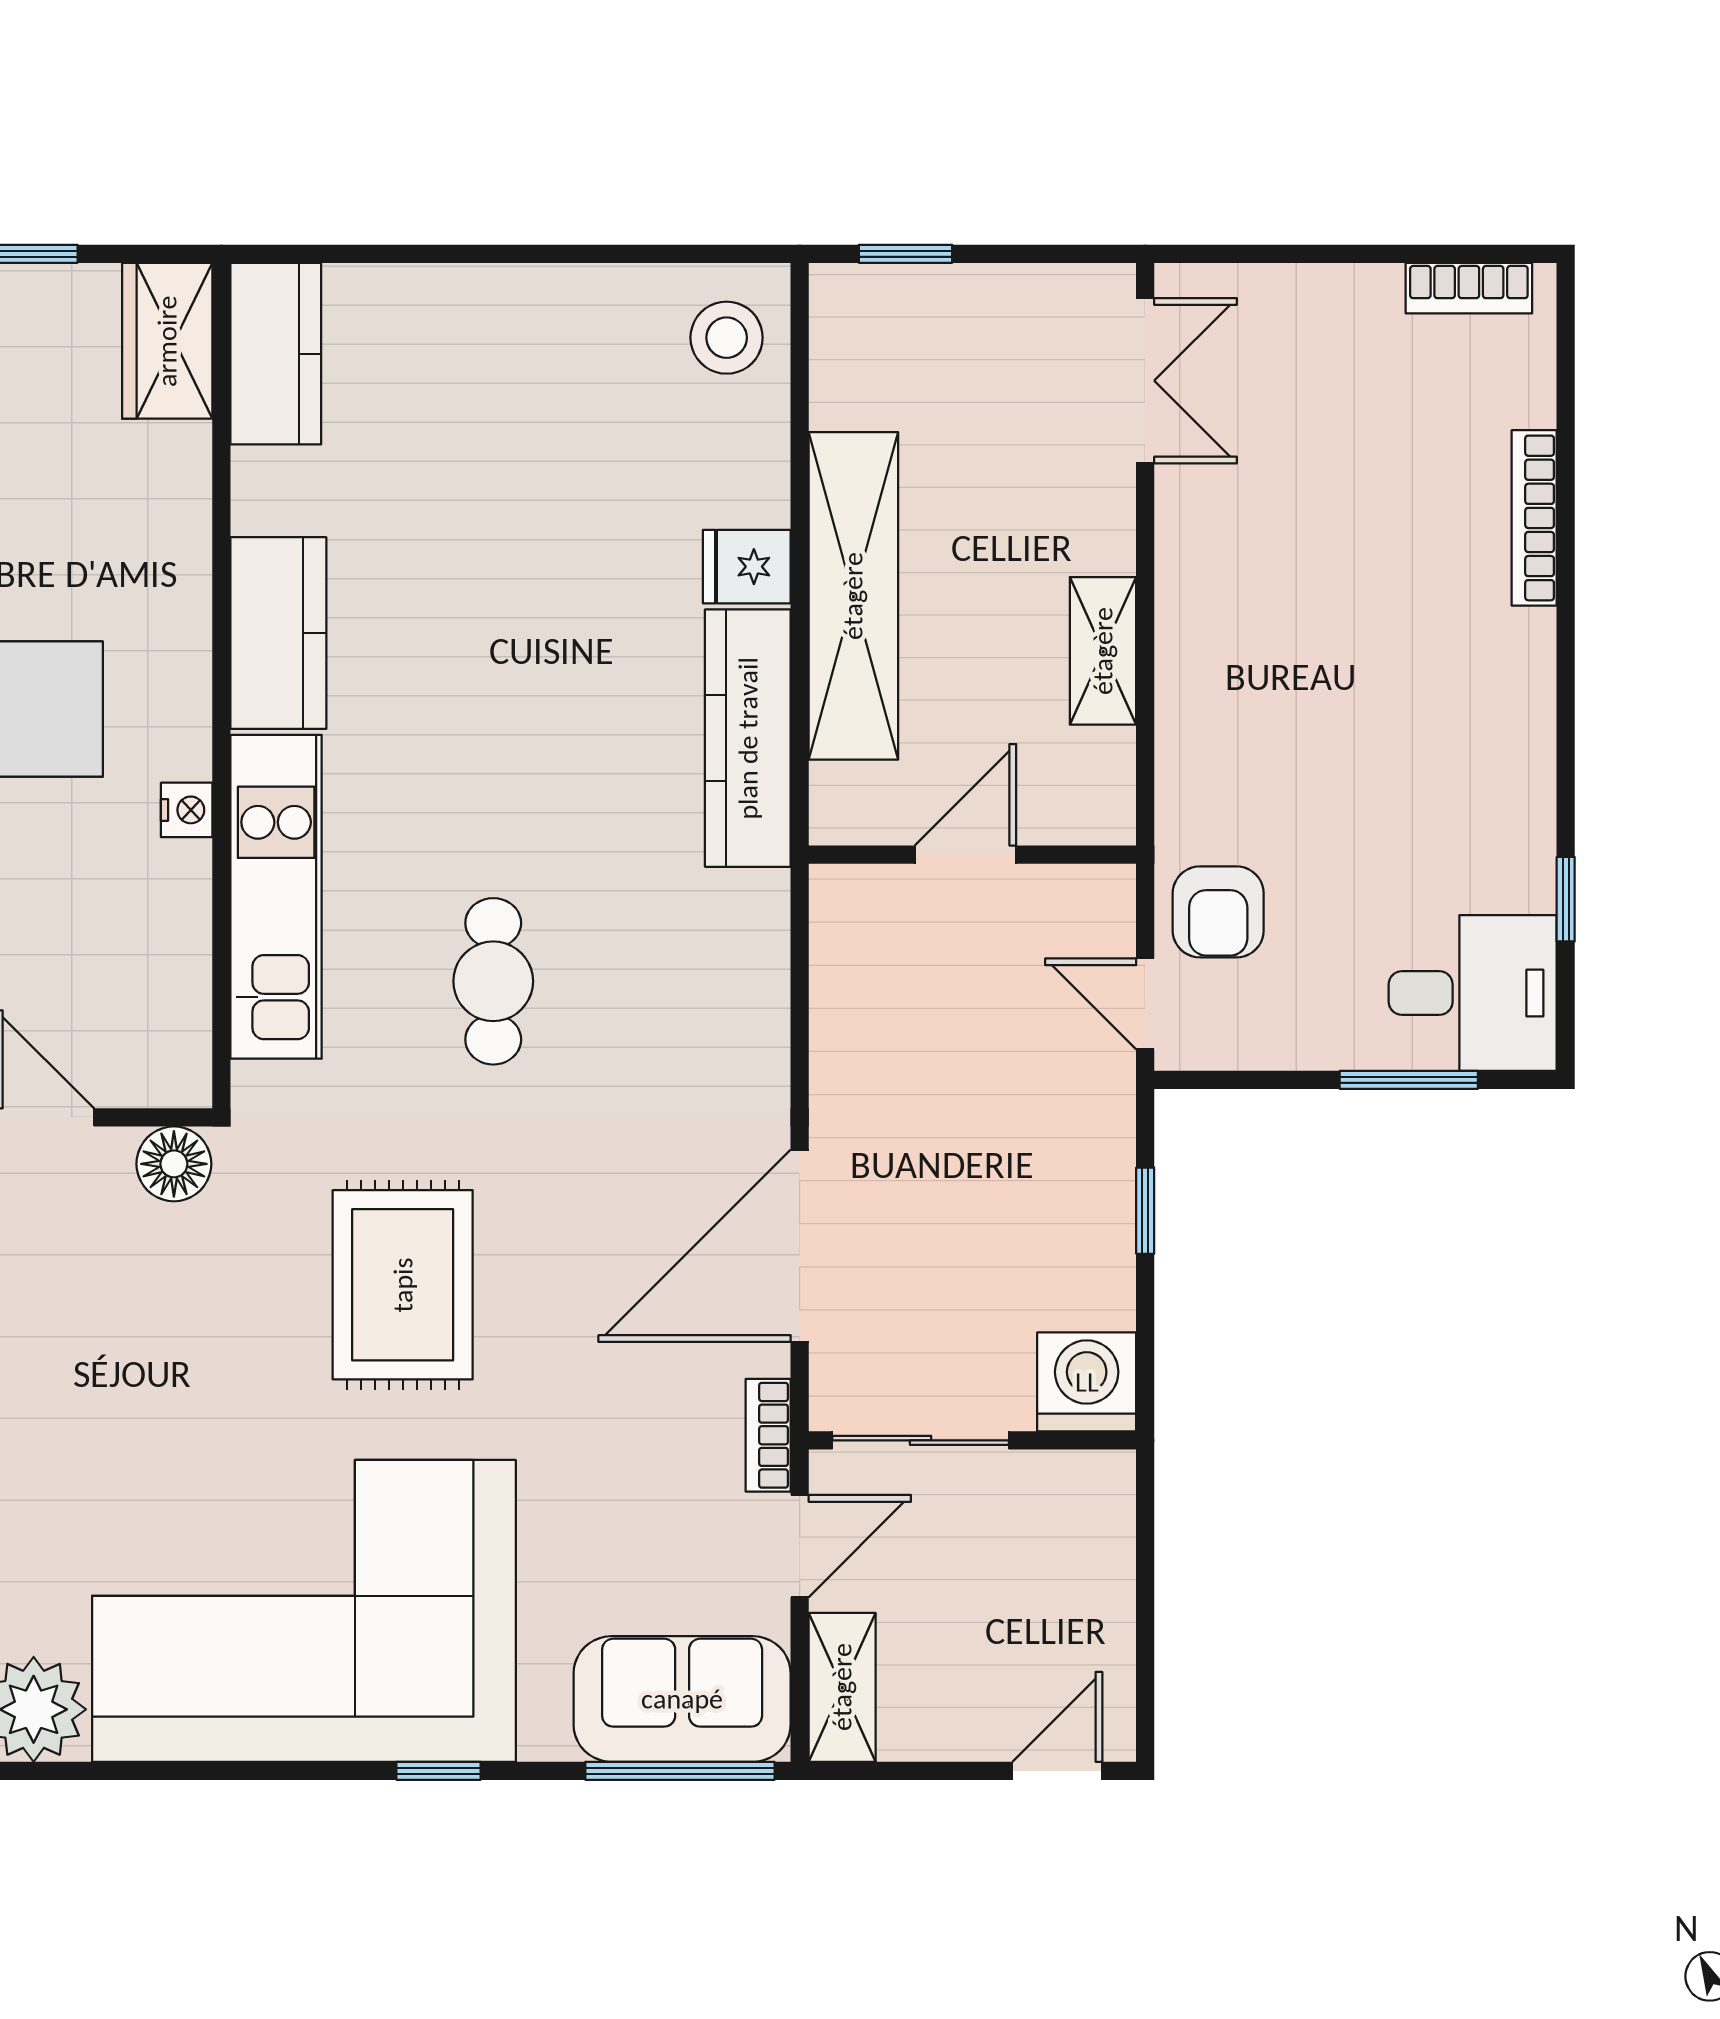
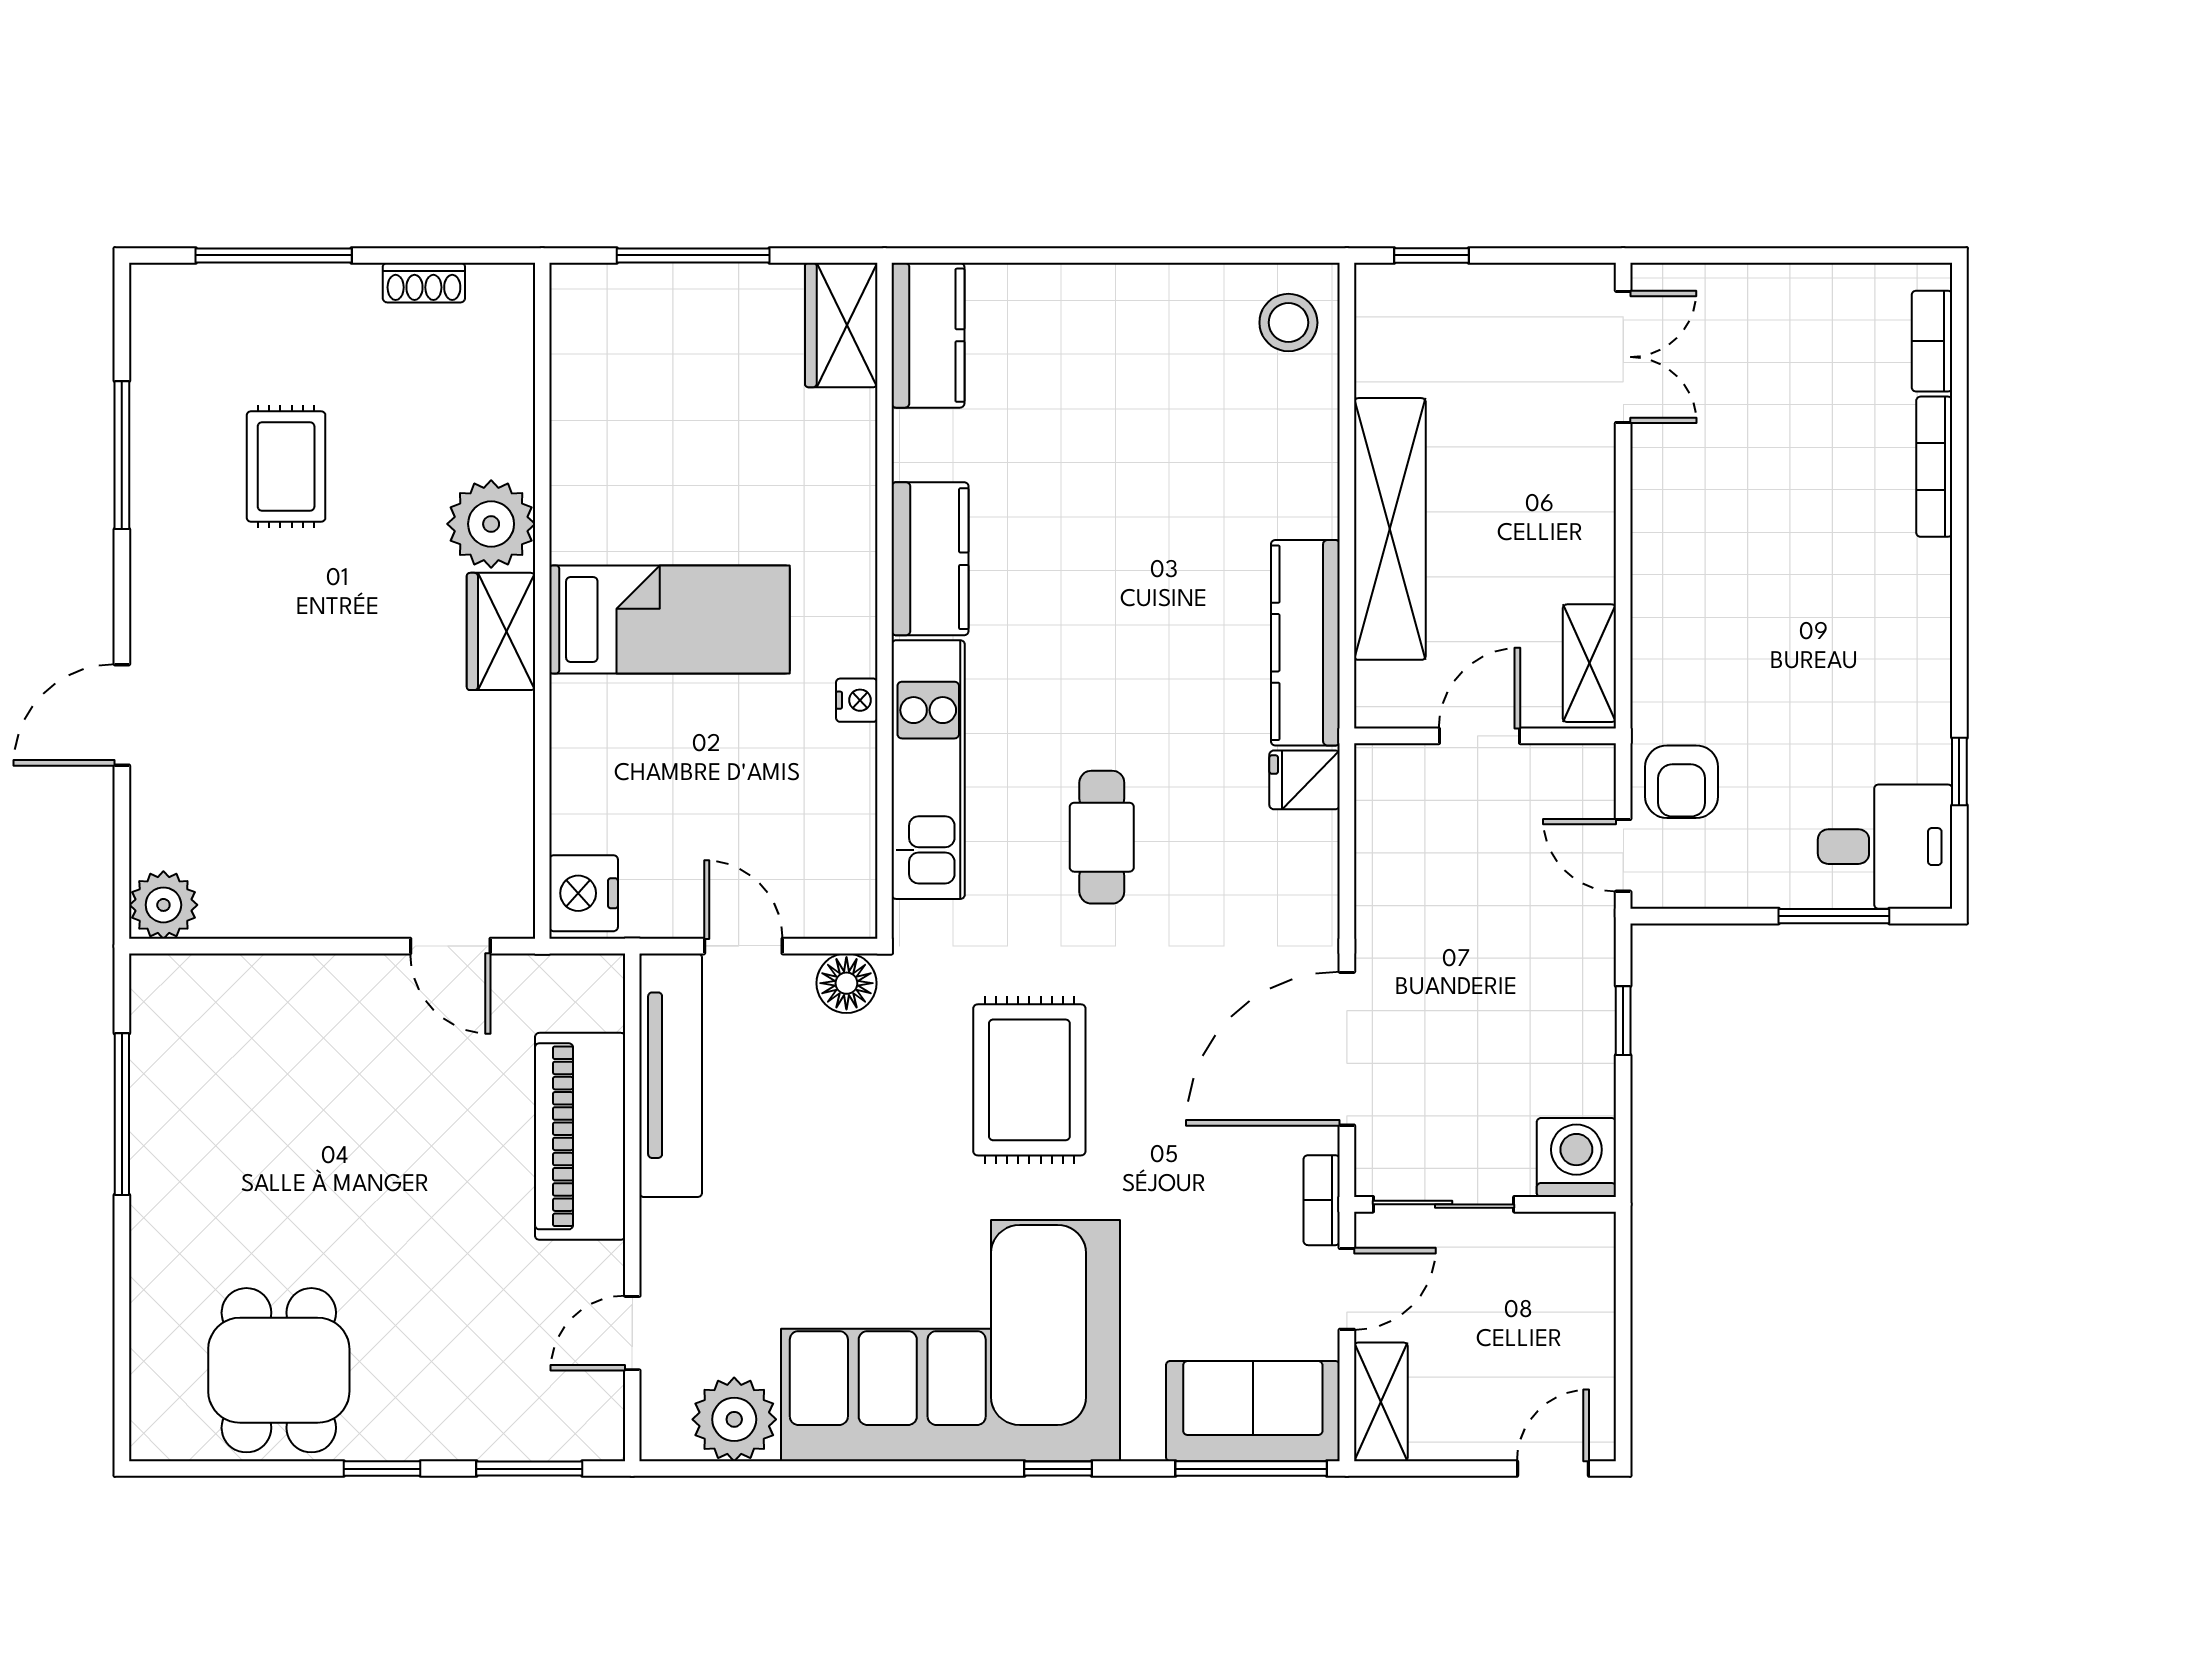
bookcase: (1469, 288) -> (1932, 341), moved, turned 90
fridge: (747, 567) -> (1305, 780), moved
shelving: (1103, 651) -> (1589, 663), moved

